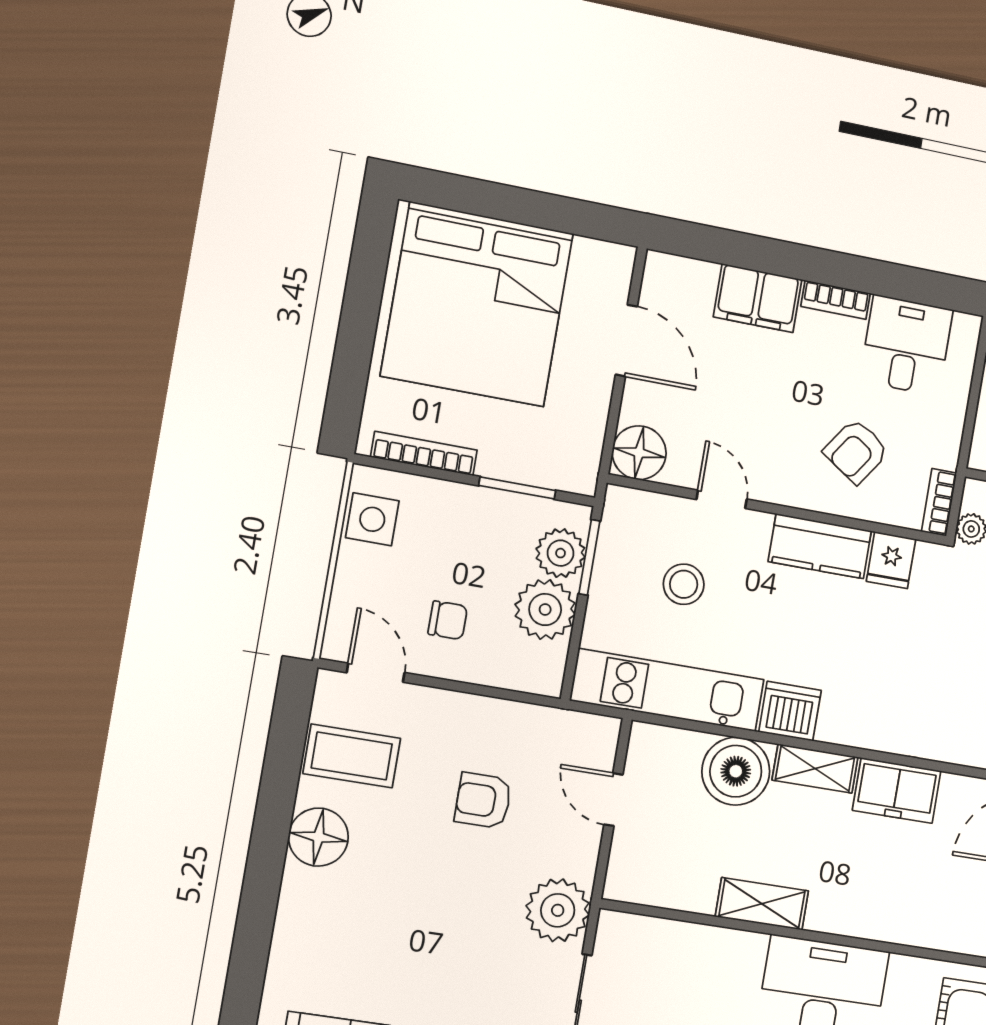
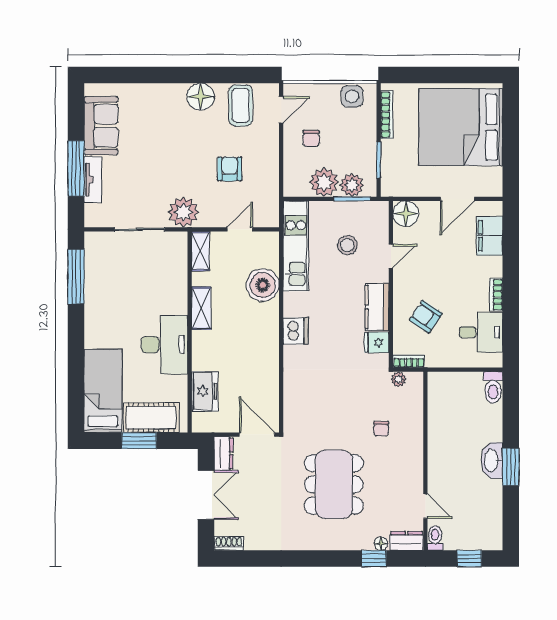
filing cabinet: (758, 298) -> (490, 236), moved
dishwasher: (790, 711) -> (296, 331), moved
shelving: (815, 769) -> (201, 251), moved
freezer: (897, 791) -> (205, 391), moved, turned 180

